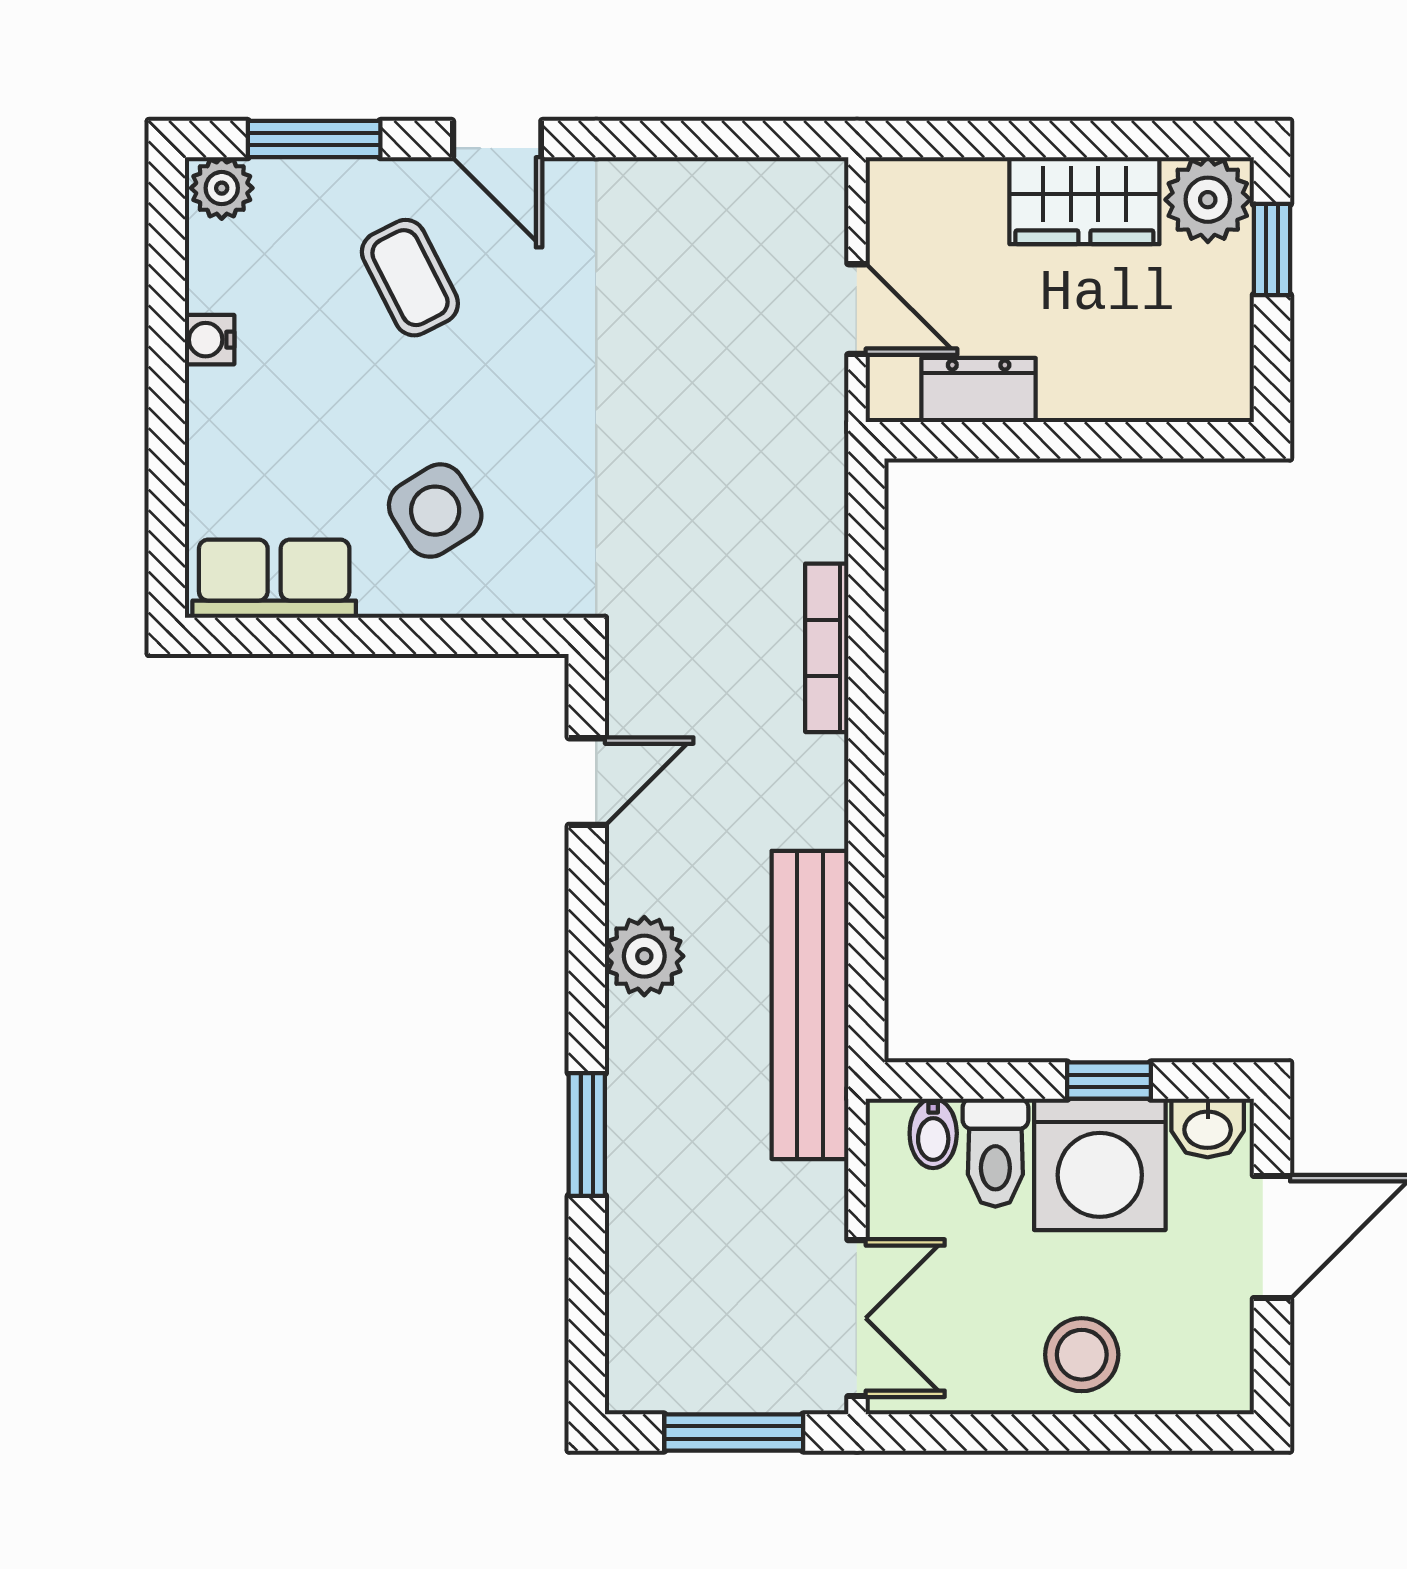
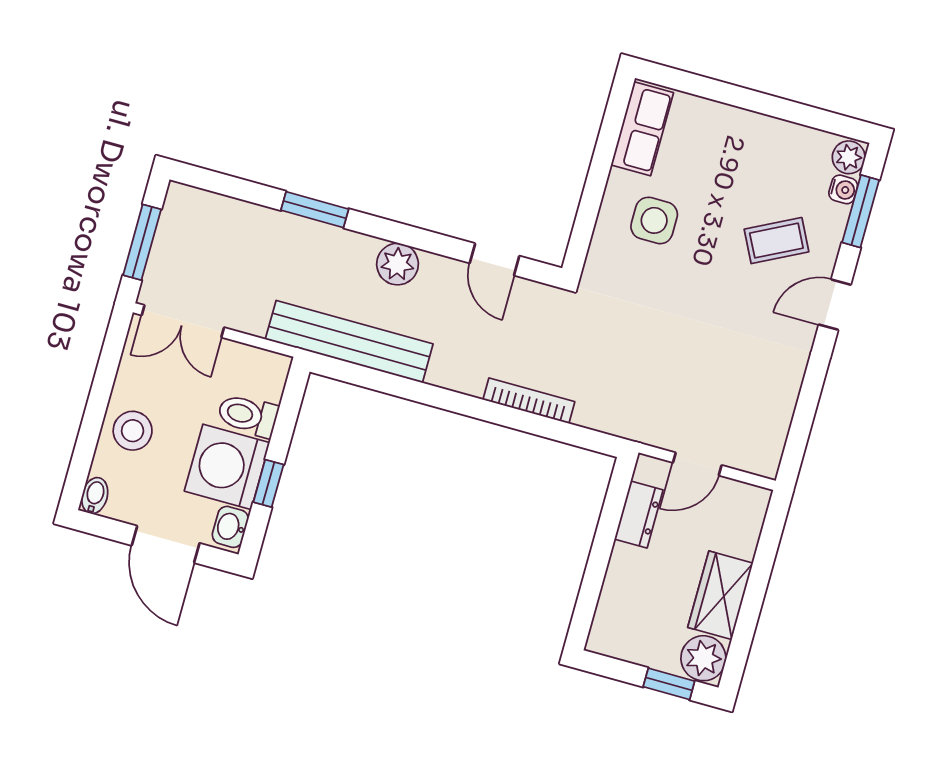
water cooler: (210, 340) -> (843, 189), moved, turned 90
side table: (435, 511) -> (654, 220), turned 32
bidet: (933, 1133) -> (95, 496), moved, turned 90

